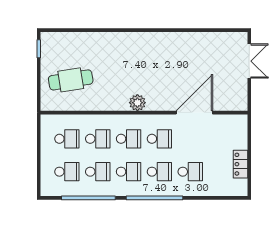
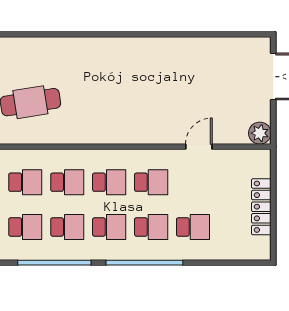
plant: (137, 103) -> (260, 133), moved
door: (194, 113) -> (199, 147), width x0.53
locker: (240, 164) -> (261, 207), width x1.53

